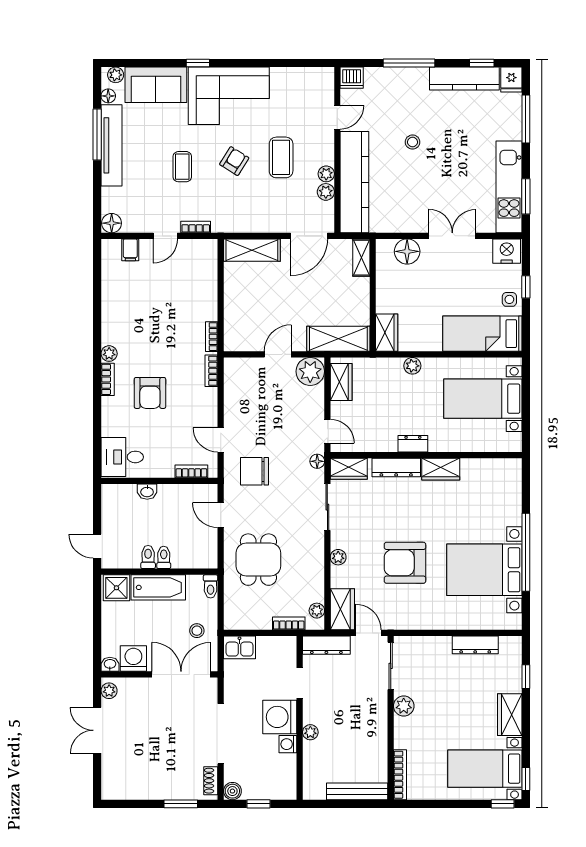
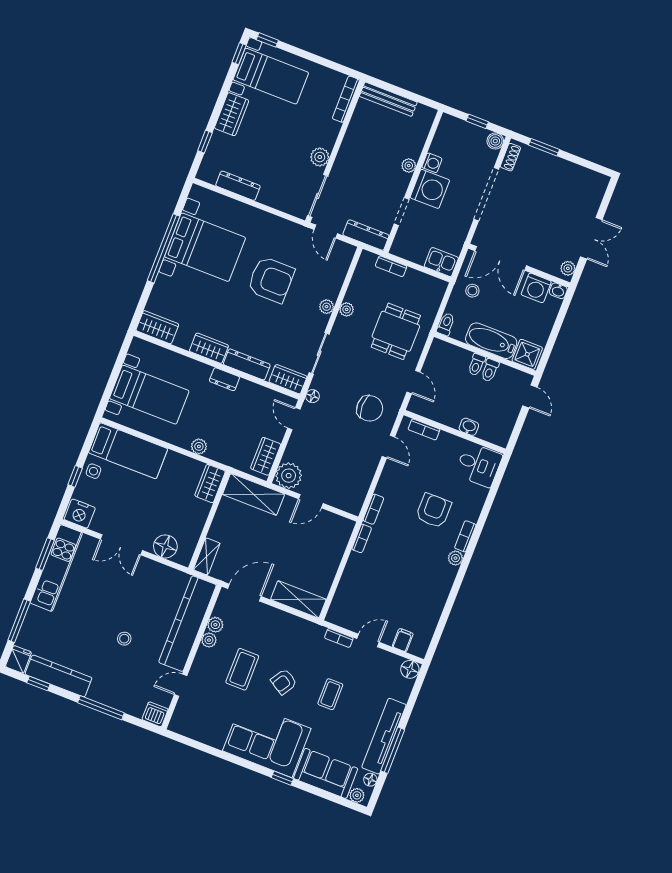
wardrobe: (342, 609) -> (157, 327), moved, turned 90
plant: (317, 611) -> (347, 309), moved

